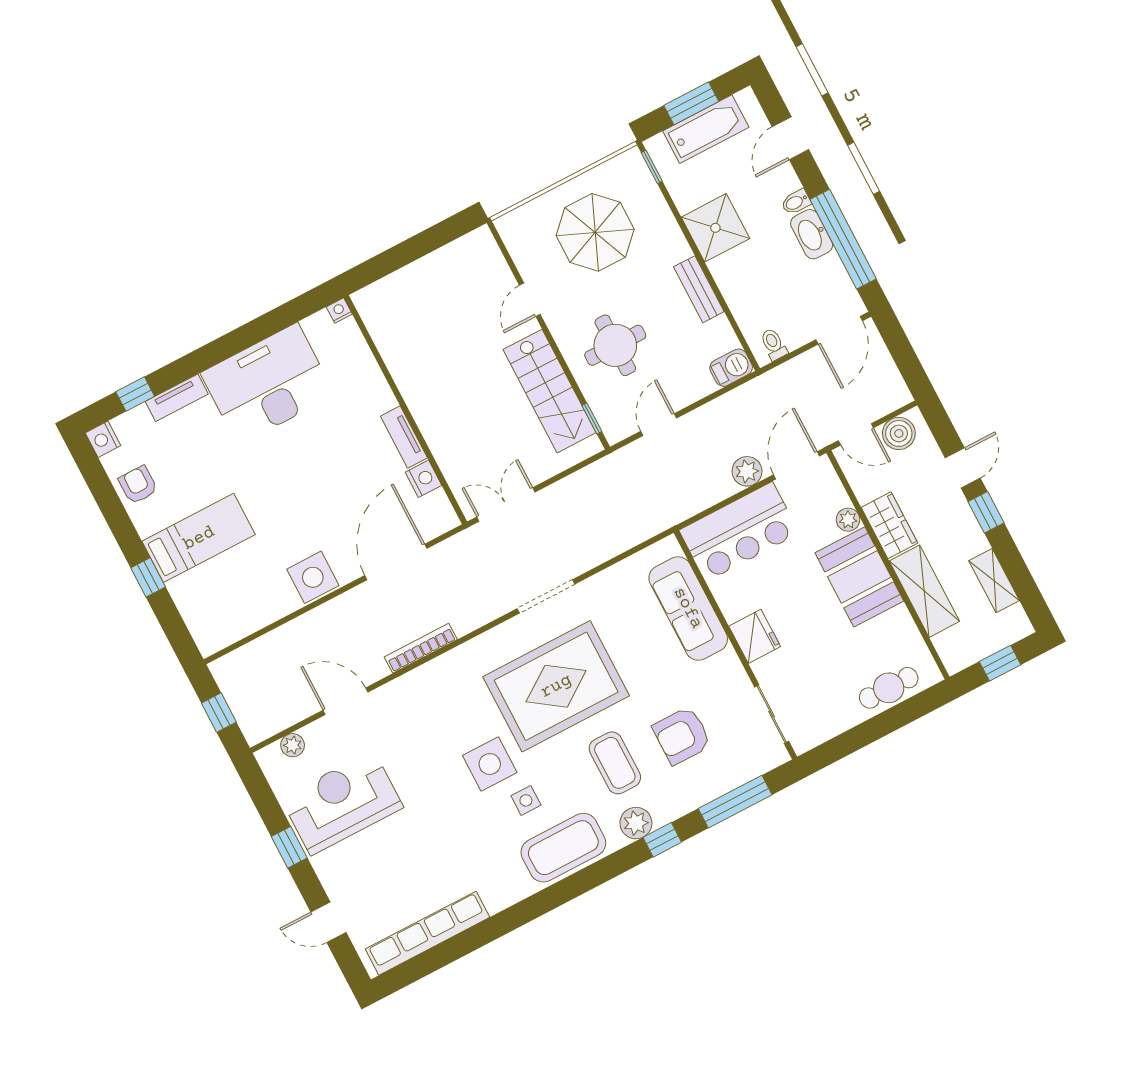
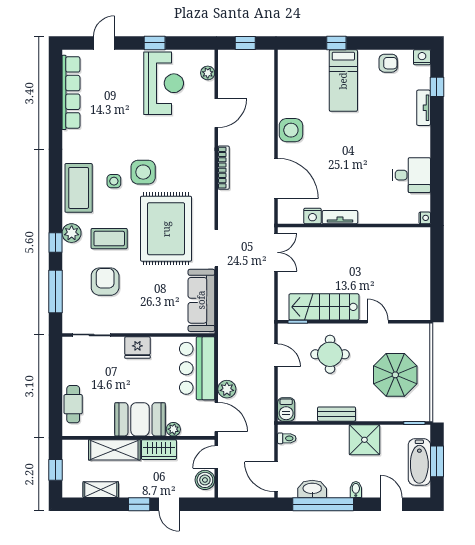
washbasin: (812, 234) -> (312, 489), moved
desk: (268, 384) -> (411, 175), width x0.53, depth x0.77
sofa: (688, 608) -> (201, 300), moved, turned -90

